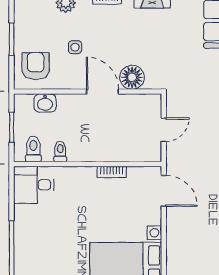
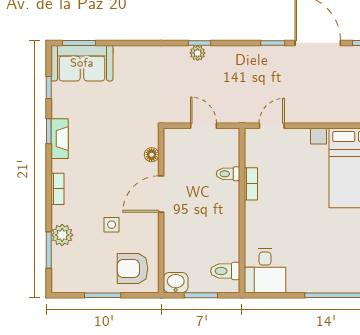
floor lamp: (132, 77) -> (152, 155), width x0.53, depth x0.53
washbasin: (45, 103) -> (176, 283), moved, turned -90
toilet: (60, 152) -> (228, 174), moved
door: (164, 191) -> (272, 126), width x0.73

